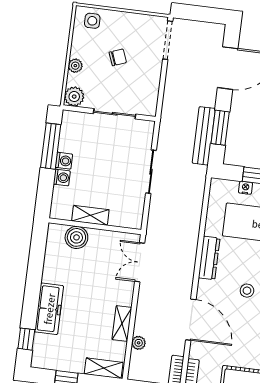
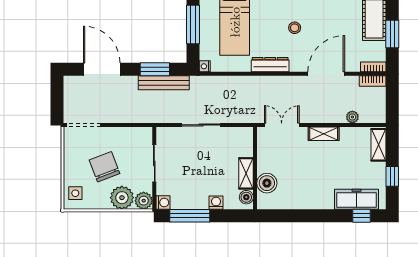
chair: (118, 57) -> (105, 167), width x1.87, depth x1.87
plant: (75, 66) -> (122, 198), width x1.88, depth x1.88
washing machine: (64, 161) -> (163, 203), moved, turned 90
nightstand: (245, 188) -> (205, 66), moved
boiler: (64, 212) -> (246, 197), added
double door: (140, 262) -> (282, 125), swing flipped
freezer: (49, 309) -> (356, 199), moved
shelving: (122, 323) -> (324, 134), moved

